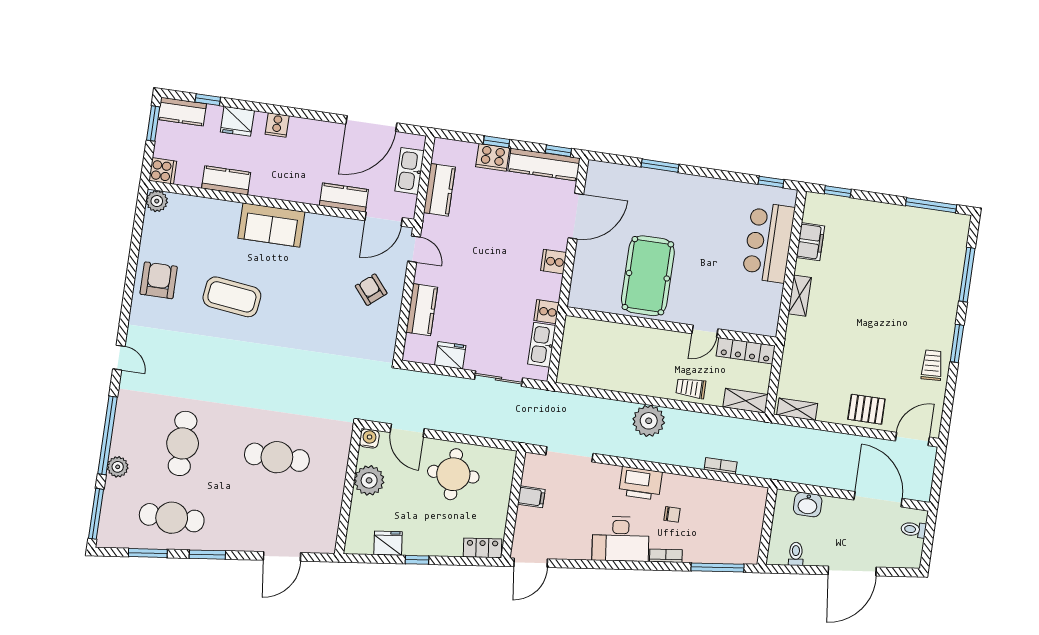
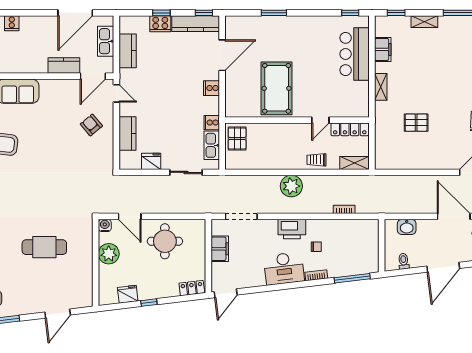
pallet: (580, 340) -> (237, 139), added
shelving: (797, 409) -> (424, 22), moved
pallet: (866, 409) -> (416, 123), moved
filing cabinet: (531, 497) -> (220, 249), width x2.00

